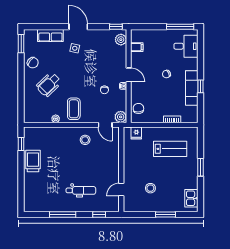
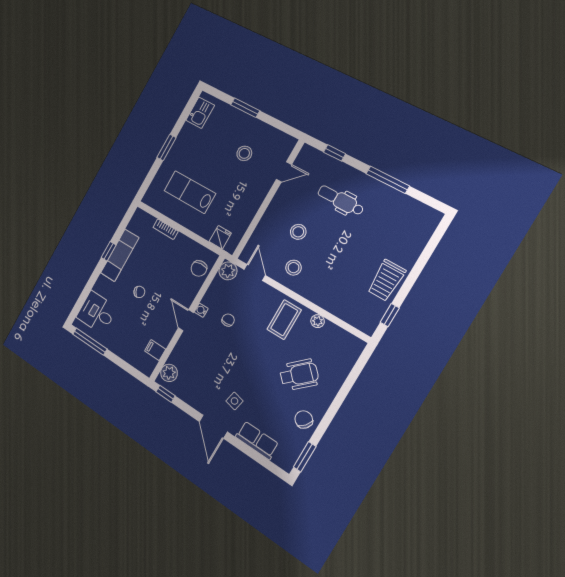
stool: (94, 161) -> (298, 232), added

